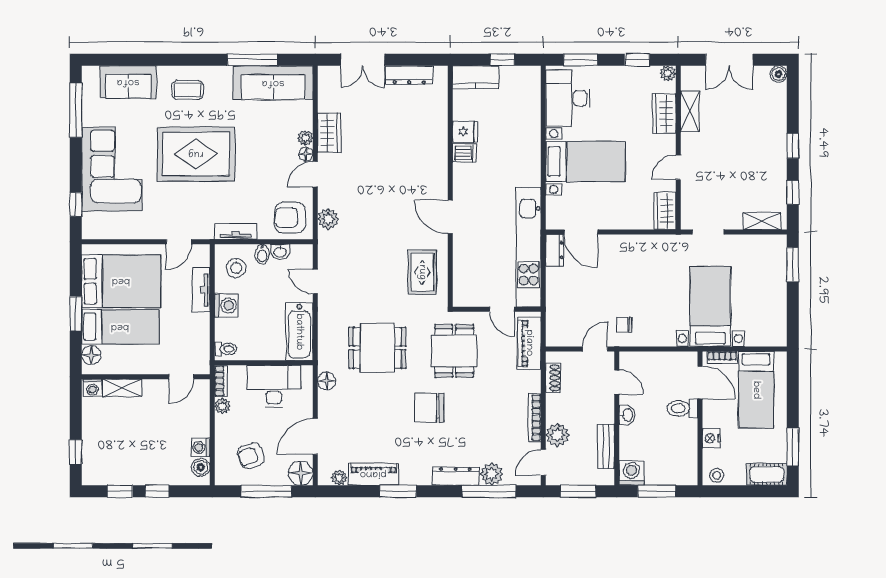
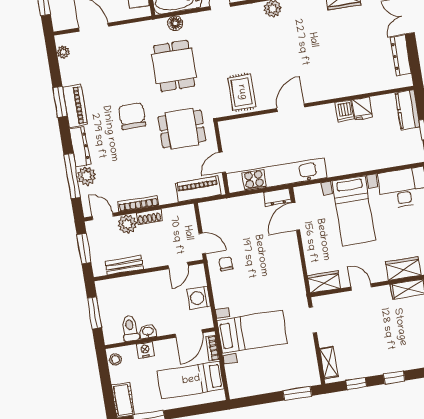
rug: (422, 272) -> (242, 92), turned 90
shoe rack: (553, 378) -> (149, 217), moved
floor lamp: (327, 381) -> (175, 23), moved
toilet: (682, 408) -> (130, 328), moved
washbasin: (627, 415) -> (148, 331), moved, turned 180
floor lamp: (301, 473) -> (62, 20), removed
washing machine: (632, 473) -> (199, 298), moved, turned 180
piano: (373, 474) -> (75, 106), moved

